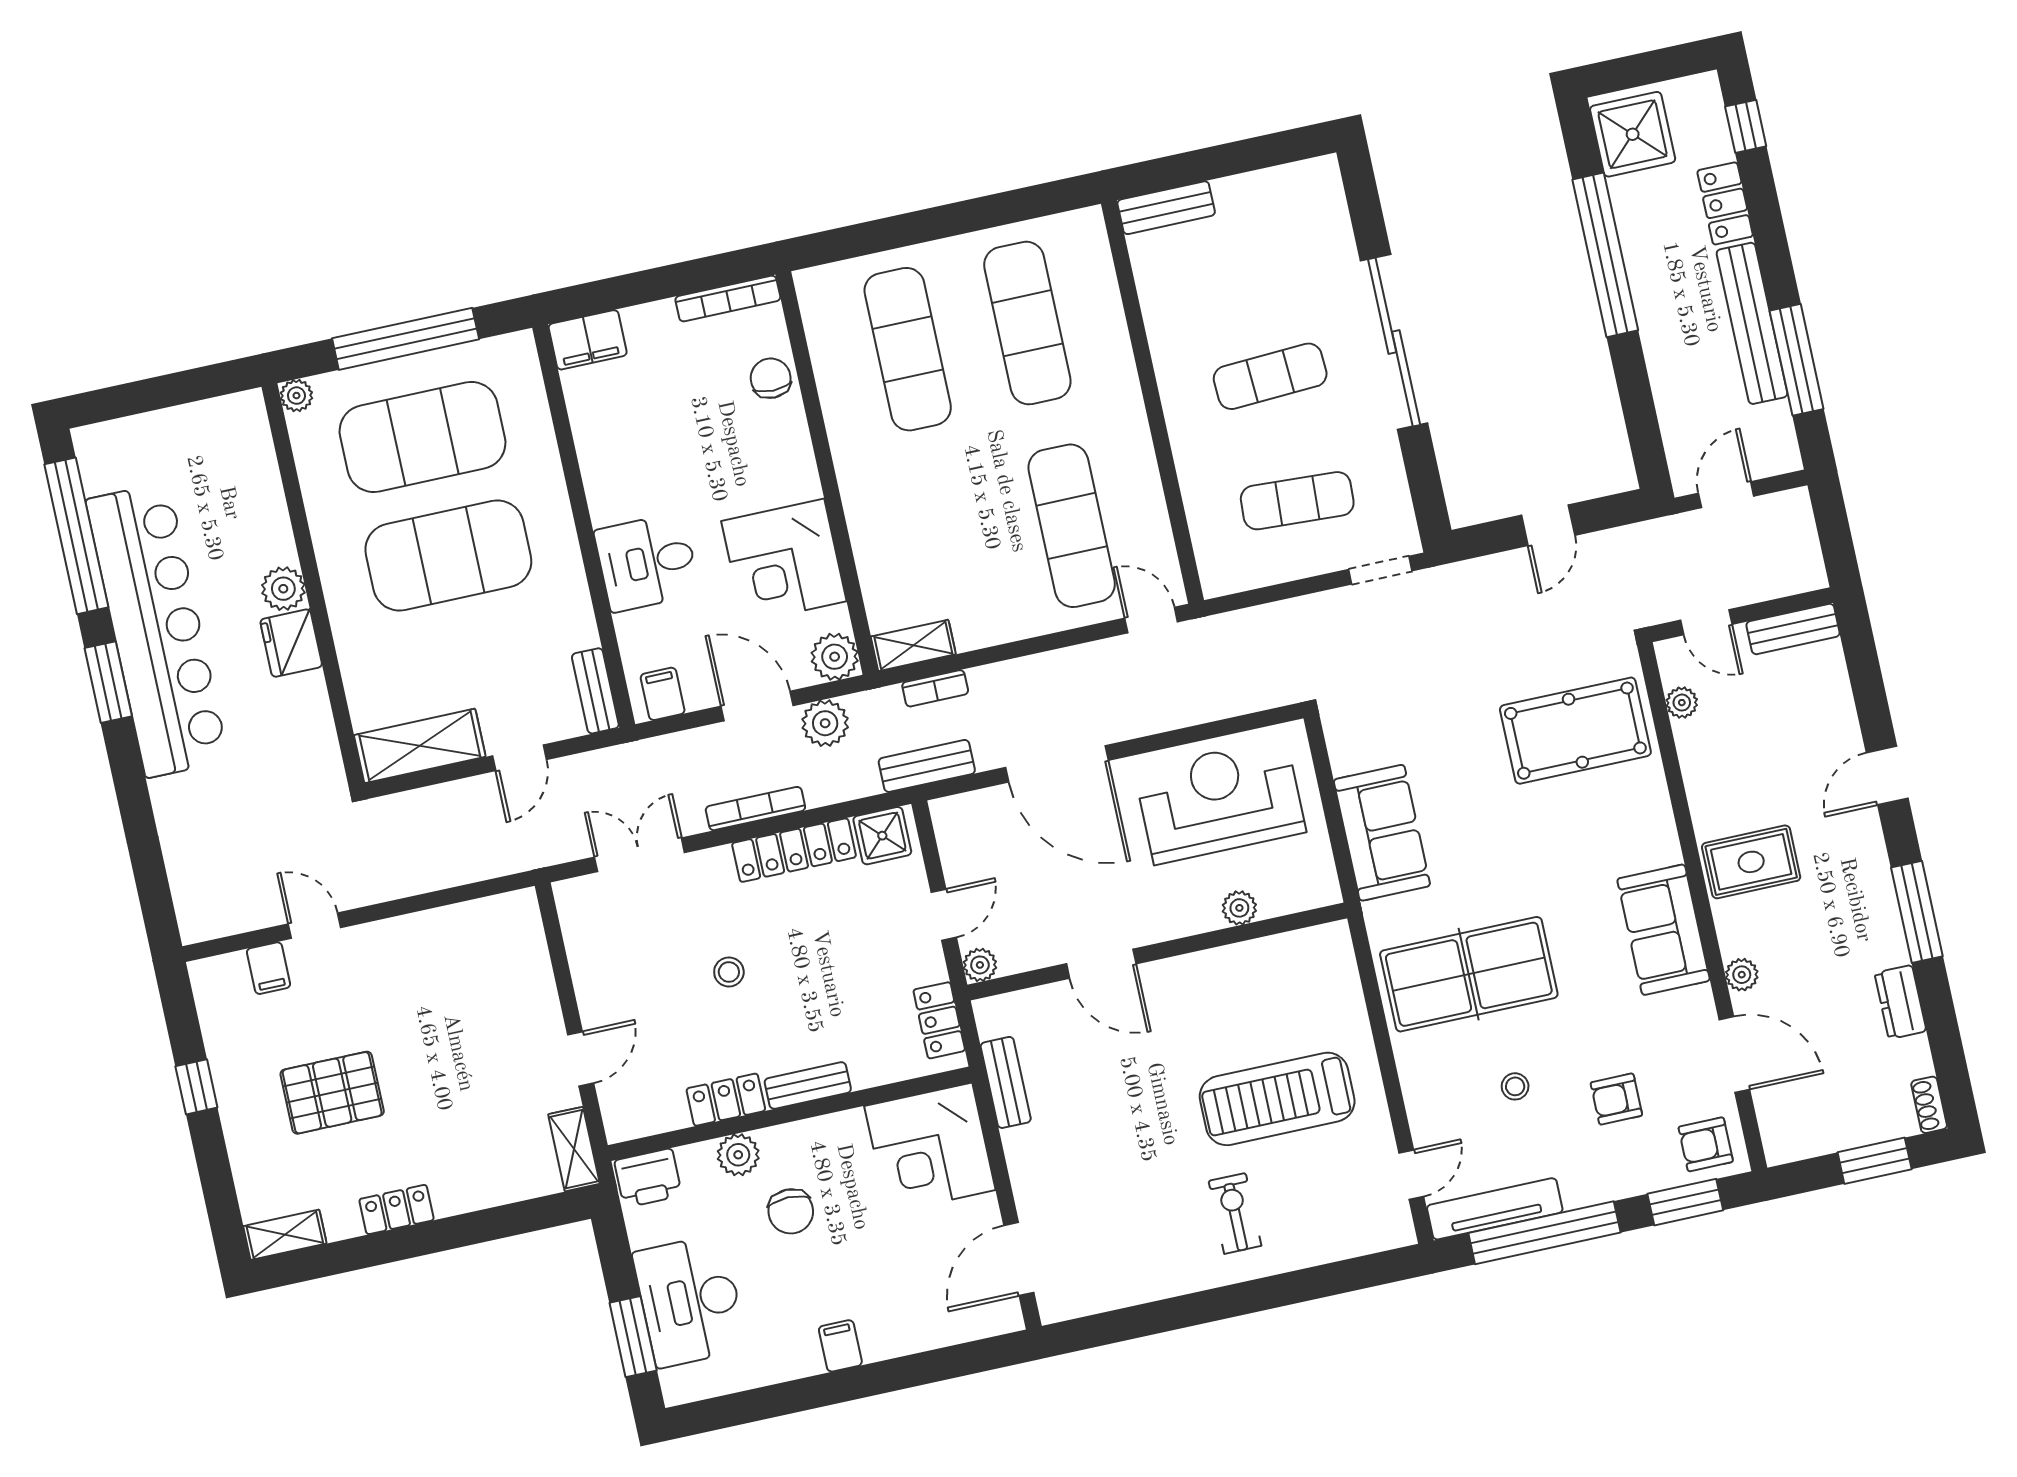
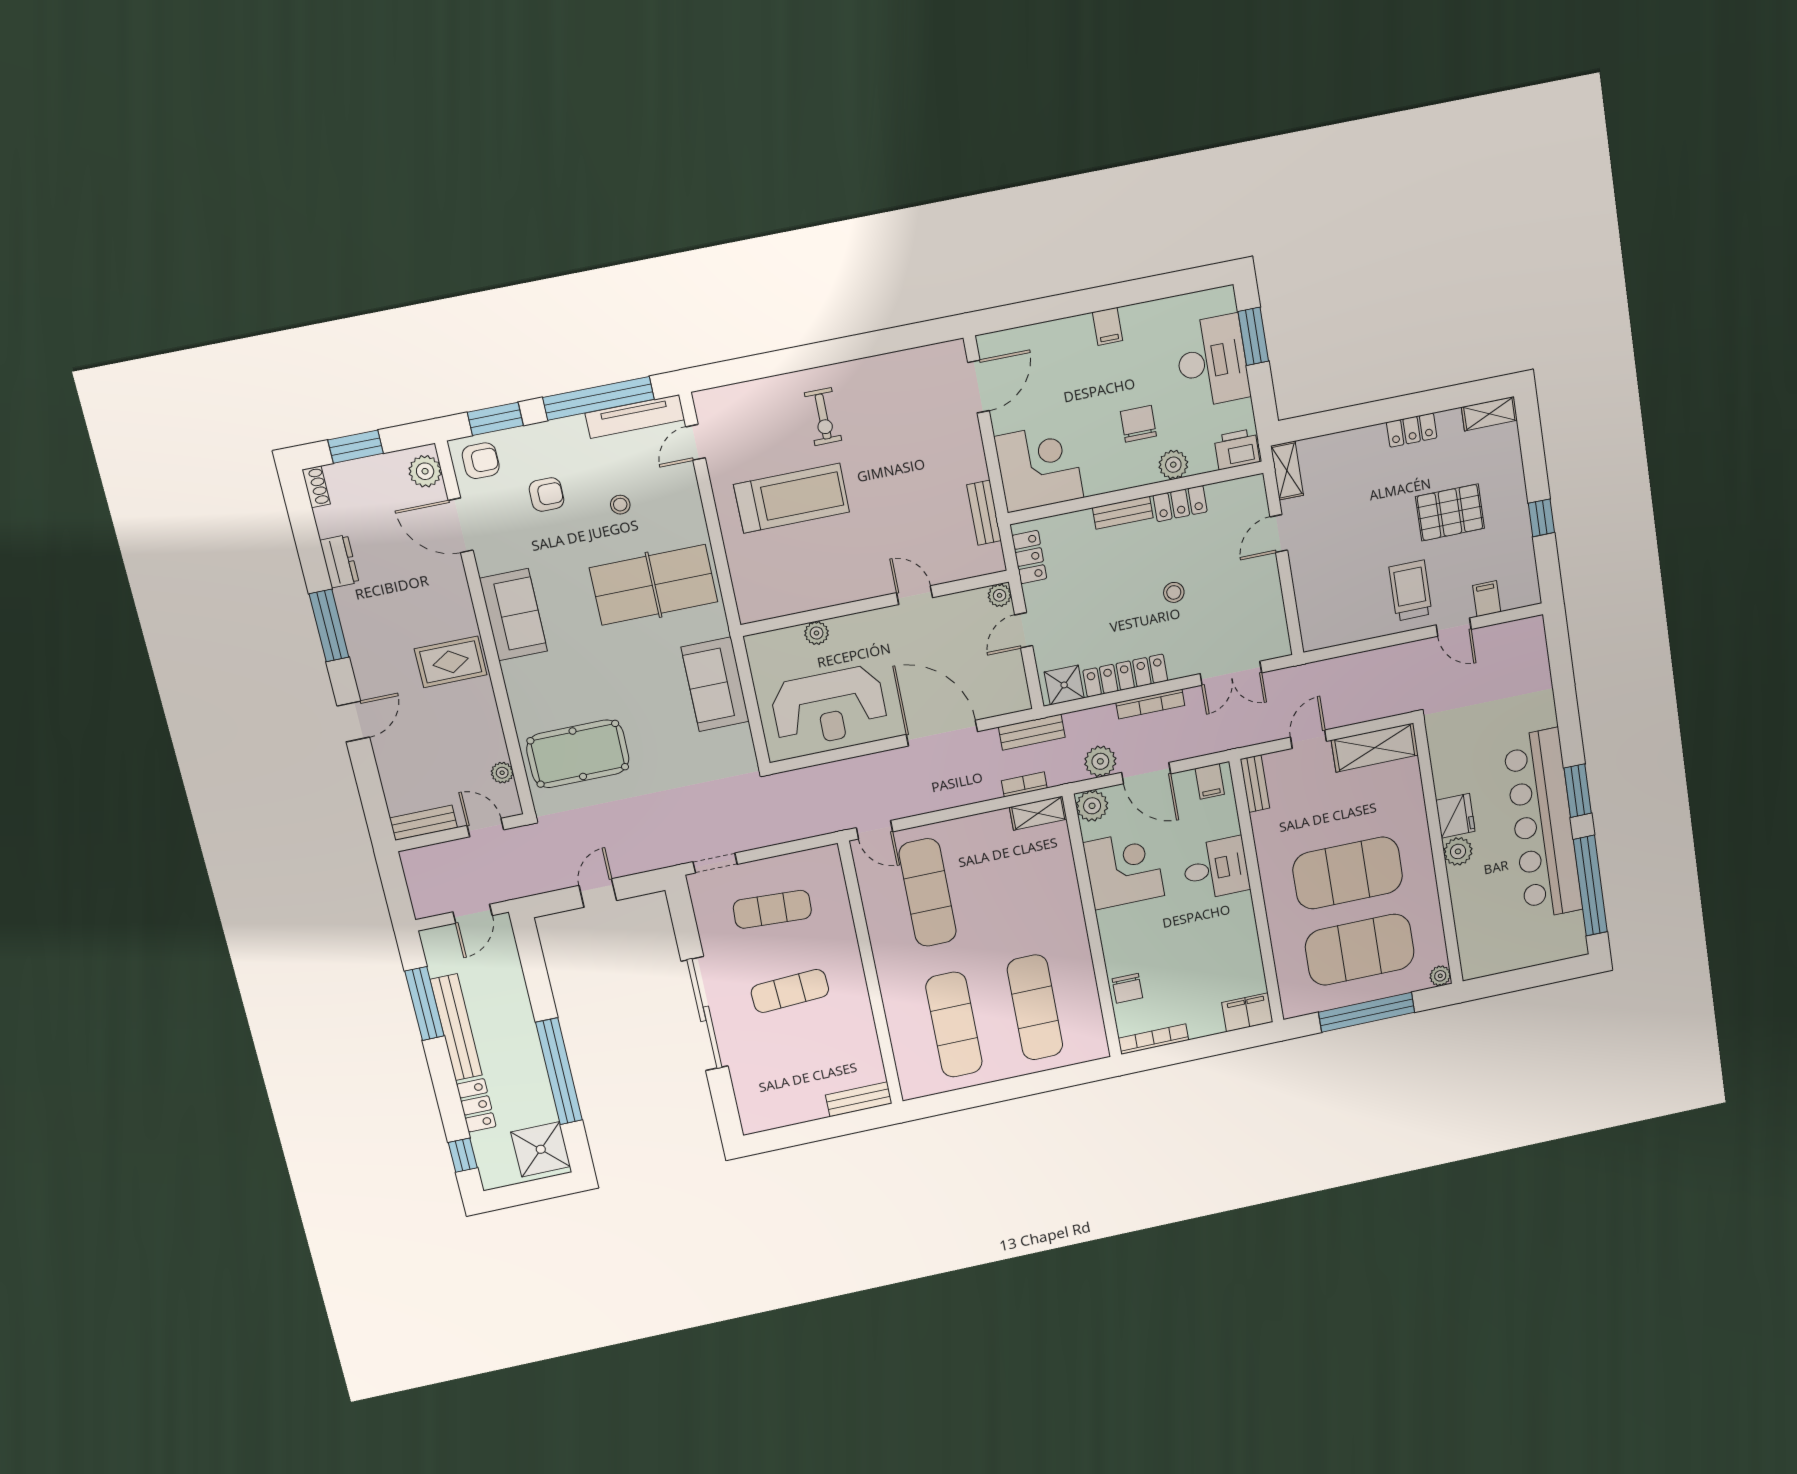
door: (1101, 964) -> (915, 595), width x0.73
plant: (1742, 975) -> (425, 471), moved, width x1.38, depth x1.38
trolley: (382, 979) -> (1410, 590), added

